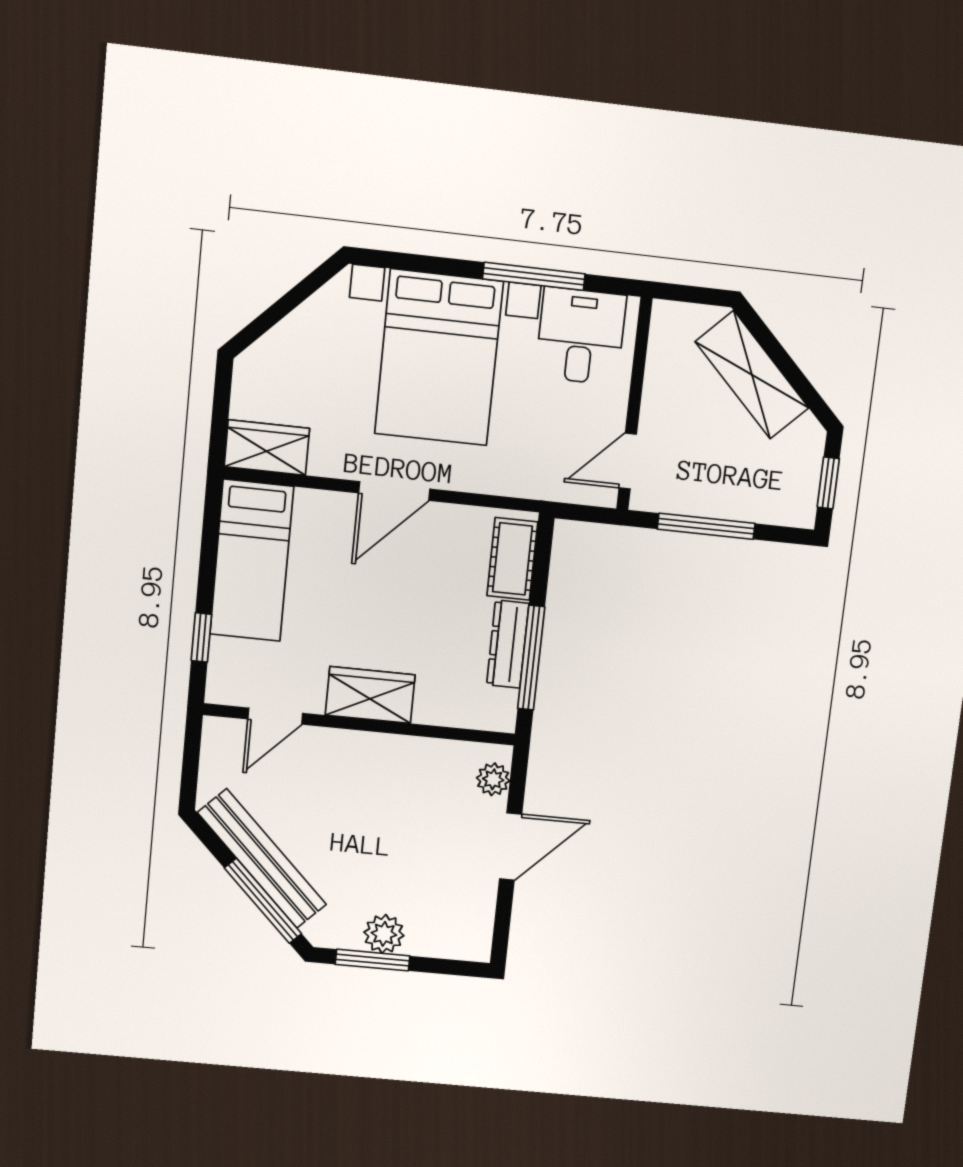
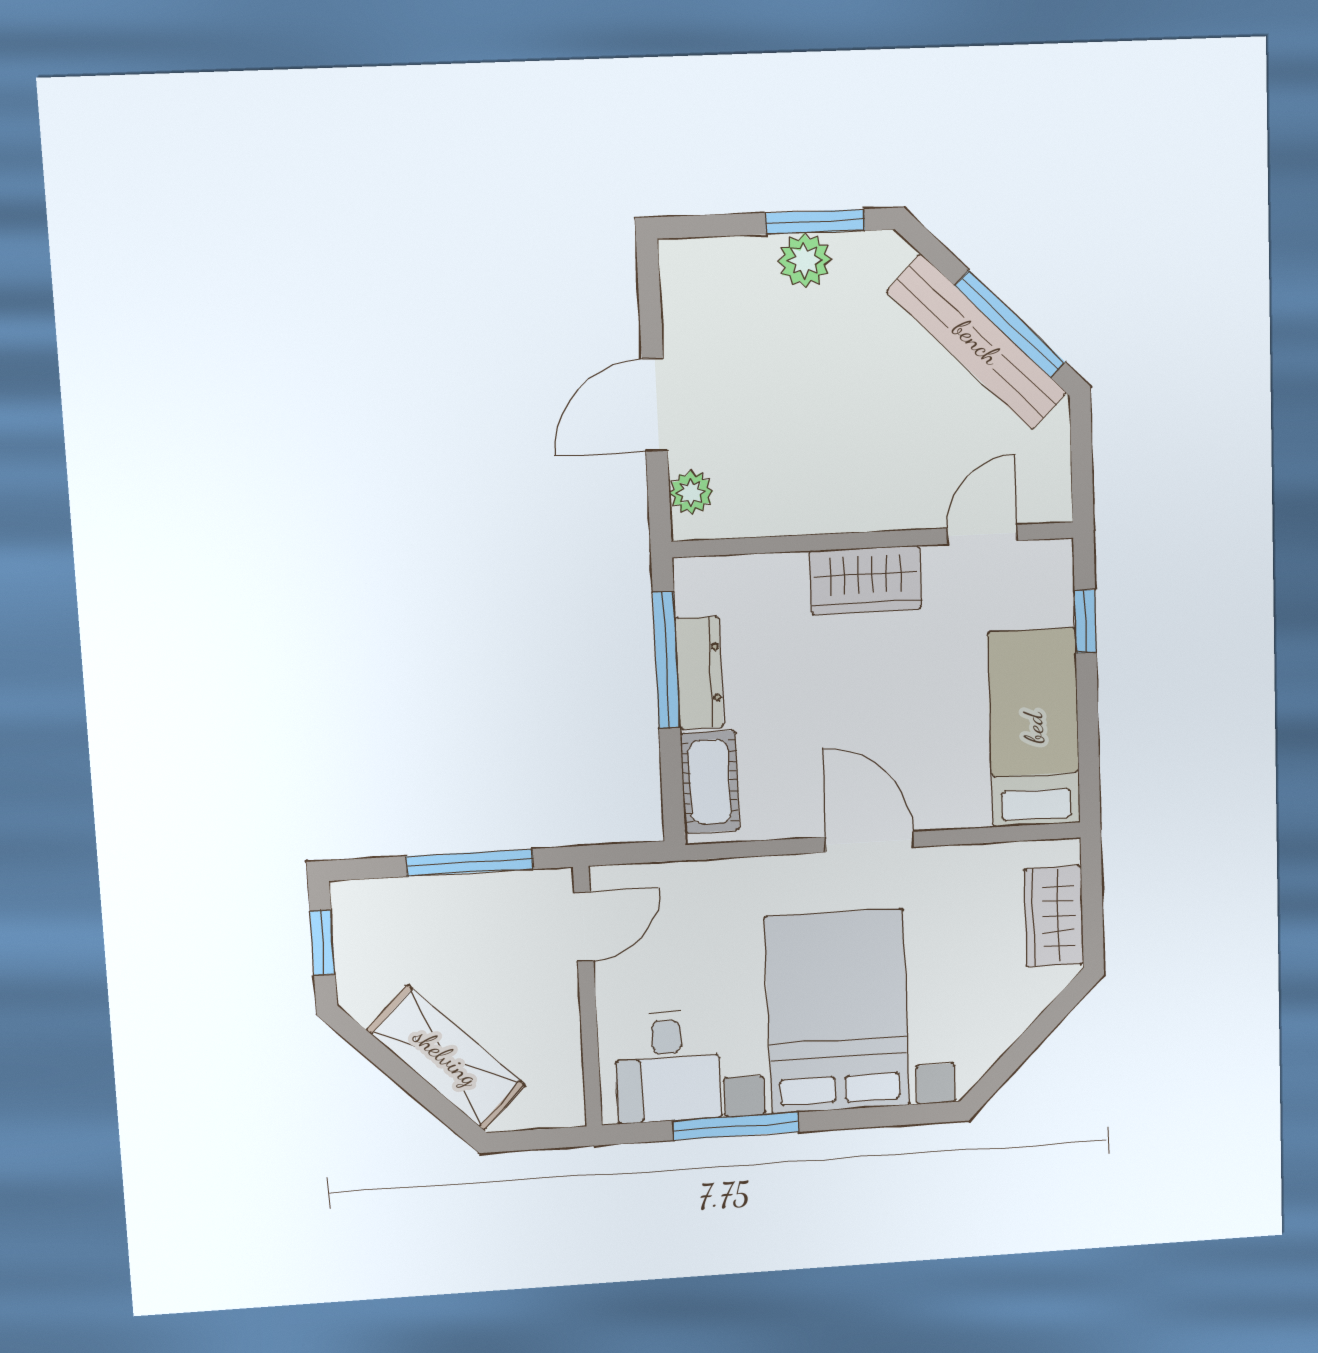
wardrobe: (267, 448) -> (1054, 916), moved, turned 90
door: (394, 491) -> (870, 842), hinge flipped
window: (263, 901) -> (1010, 324), moved

